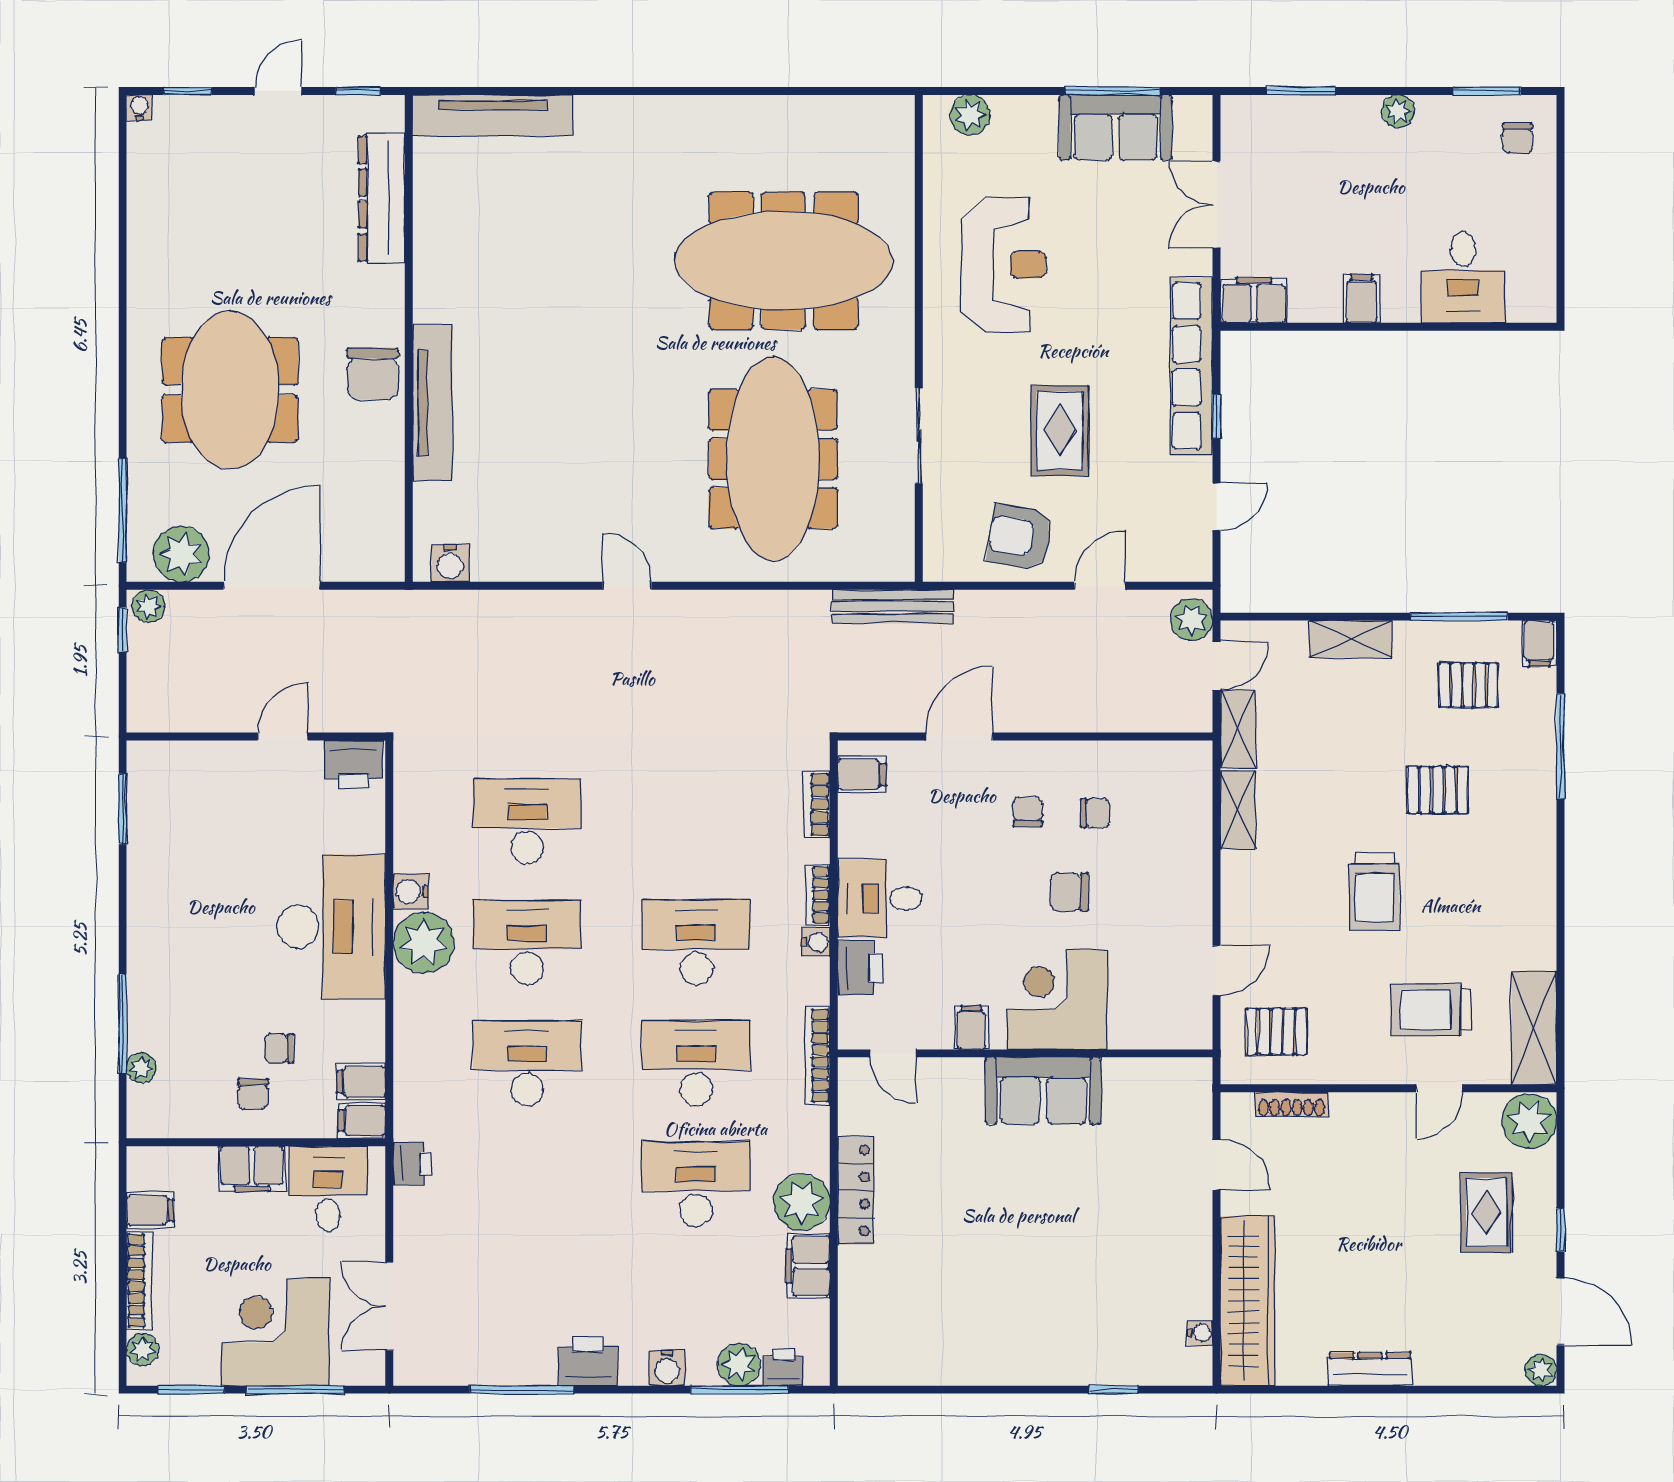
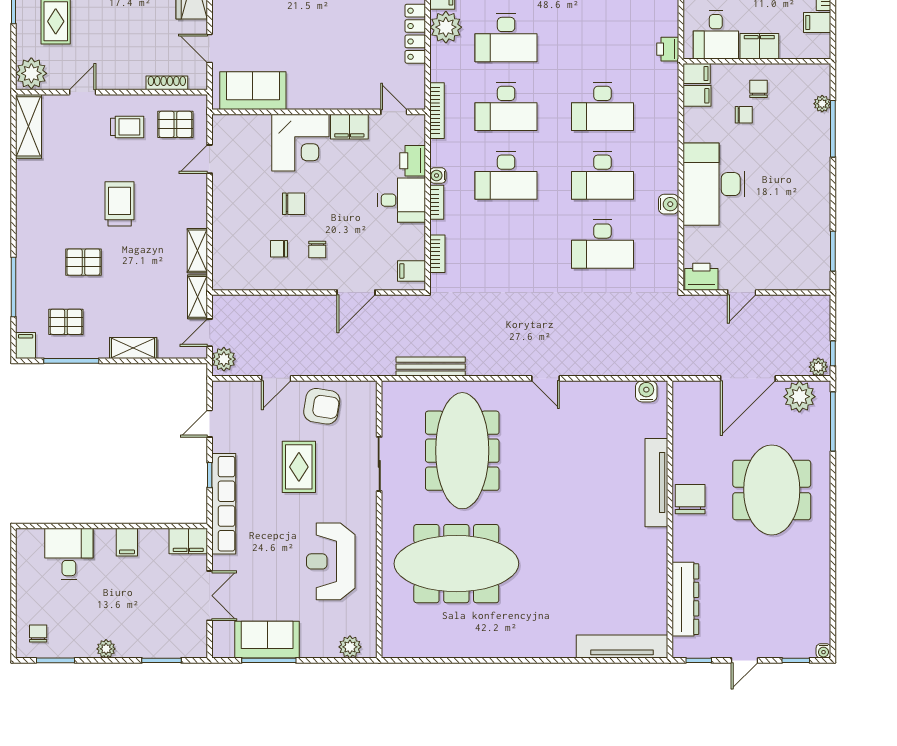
bench: (893, 607) -> (431, 367), moved
plant: (424, 943) -> (661, 175), removed
trolley: (1431, 1010) -> (127, 127), moved, width x0.73, depth x0.72
filing cabinet: (971, 1028) -> (349, 127), width x2.00
sofa: (1043, 1091) -> (253, 91), moved

